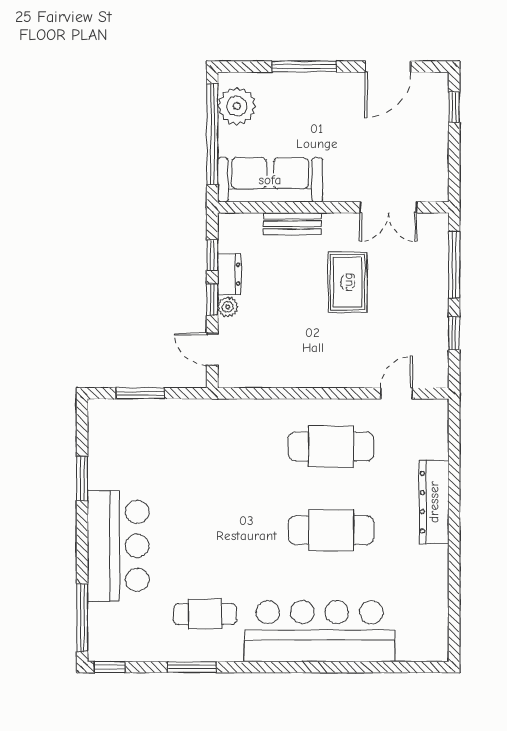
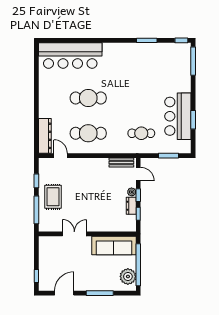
double door: (388, 207) -> (74, 234), moved
bench: (292, 224) -> (121, 162), moved
rug: (348, 282) -> (53, 197), moved
door: (397, 393) -> (61, 156), swing flipped
dresser: (434, 502) -> (45, 136), moved
bar counter: (118, 546) -> (178, 116), moved
cafe table: (205, 614) -> (141, 133), moved
bar counter: (320, 631) -> (70, 55), moved

